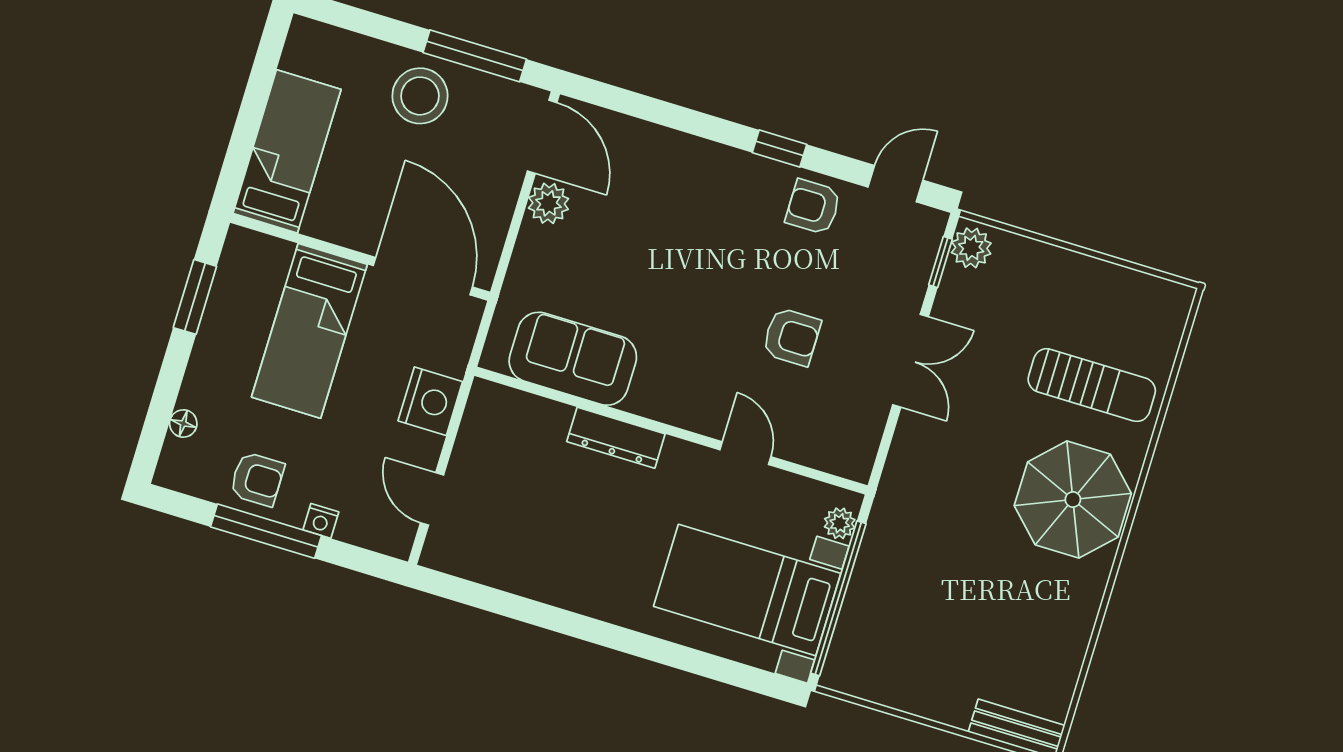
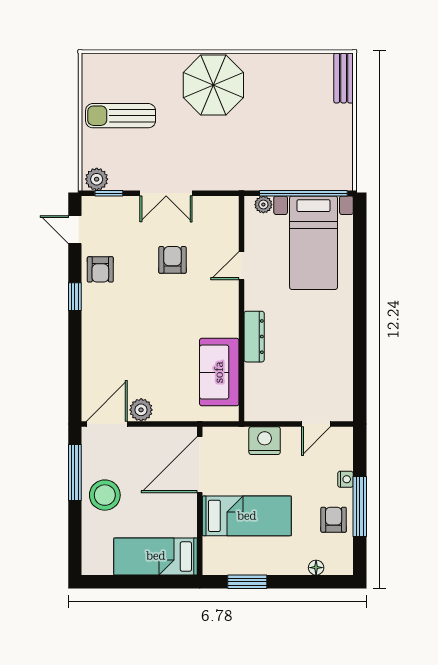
double door: (911, 361) -> (166, 193), swing flipped
sun lounger: (1092, 385) -> (121, 116), moved, turned -90

